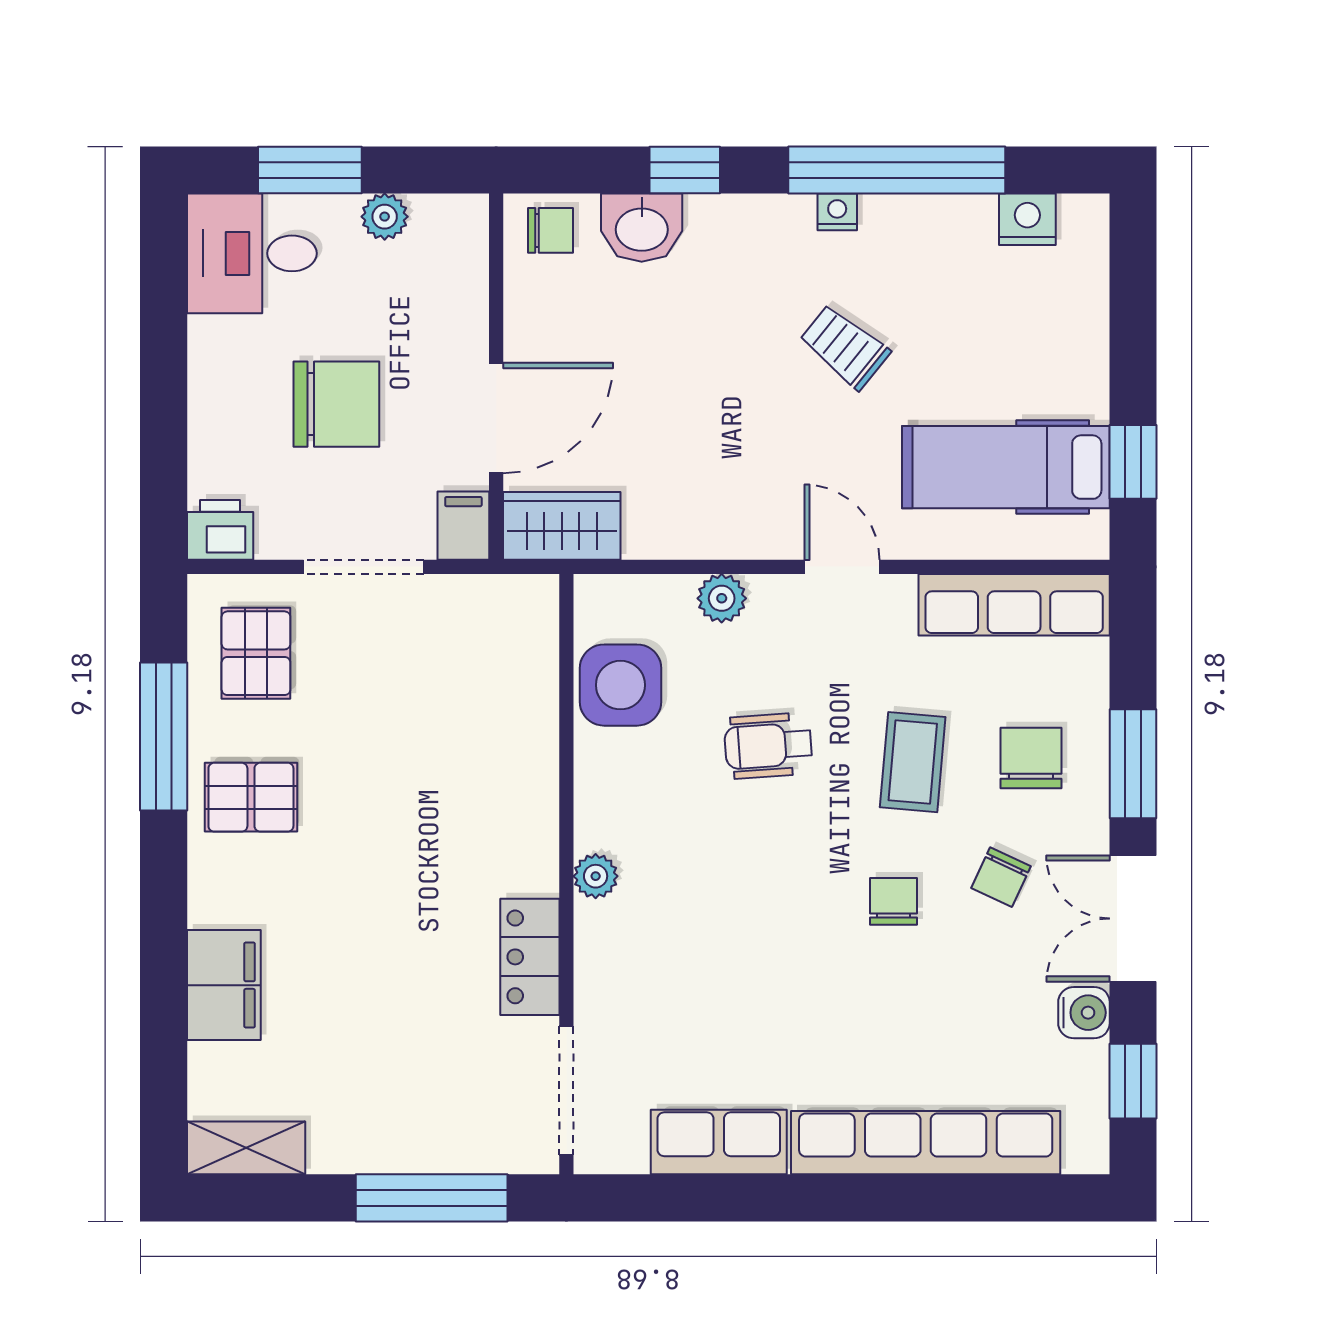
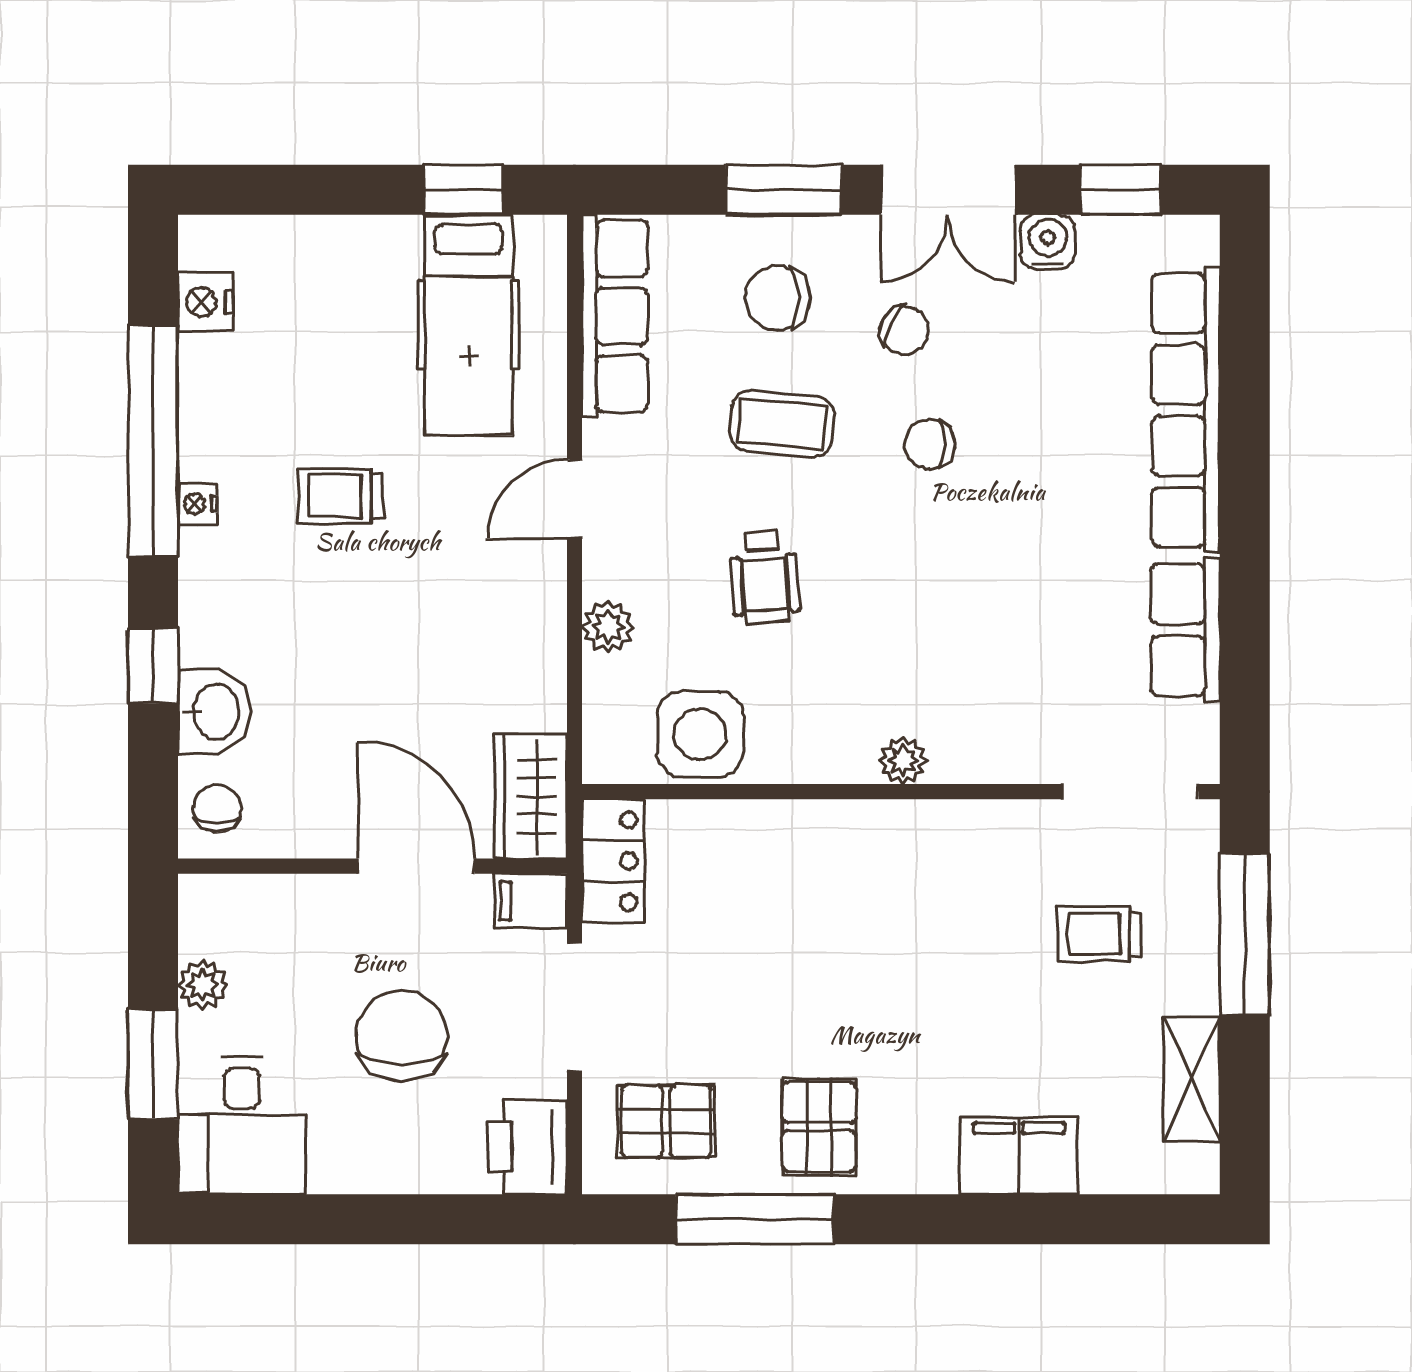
trolley: (845, 347) -> (341, 496), turned 51
printer: (220, 530) -> (528, 1147), width x1.36, depth x1.24
locker: (530, 957) -> (613, 861), moved, turned -90
trolley: (432, 1061) -> (1099, 934), added
shelving: (246, 1148) -> (1192, 1079), moved

